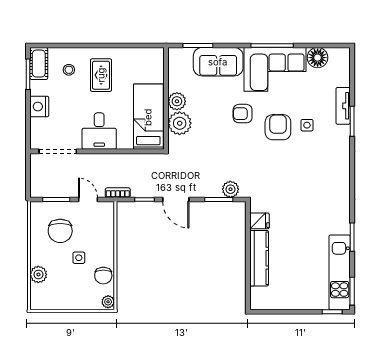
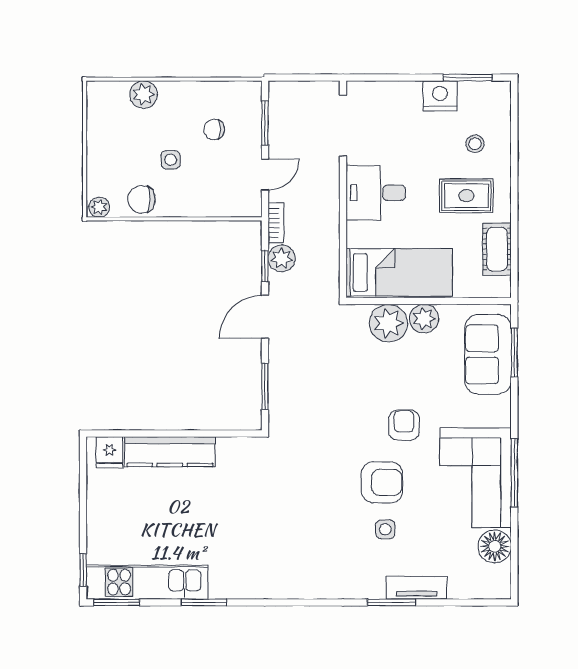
sofa: (218, 62) -> (488, 354), moved
cot: (39, 64) -> (497, 249), moved, turned 90
nightstand: (39, 107) -> (440, 96), moved
plant: (230, 189) -> (282, 258), moved
fridge: (259, 221) -> (109, 452), moved
chair: (60, 231) -> (214, 130), width x0.54, depth x0.54

